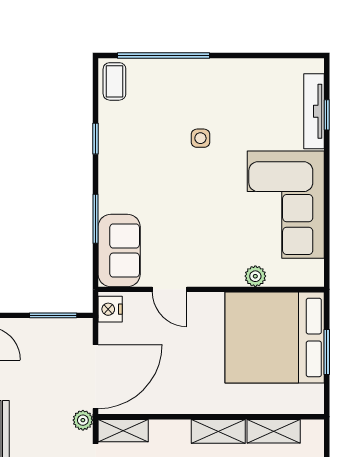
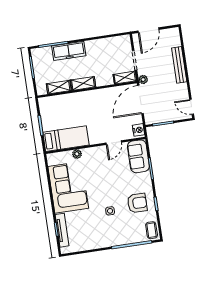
armchair: (137, 147) -> (137, 203), added
door: (170, 289) -> (114, 143), swing flipped
bed: (275, 337) -> (66, 139), width x0.49

